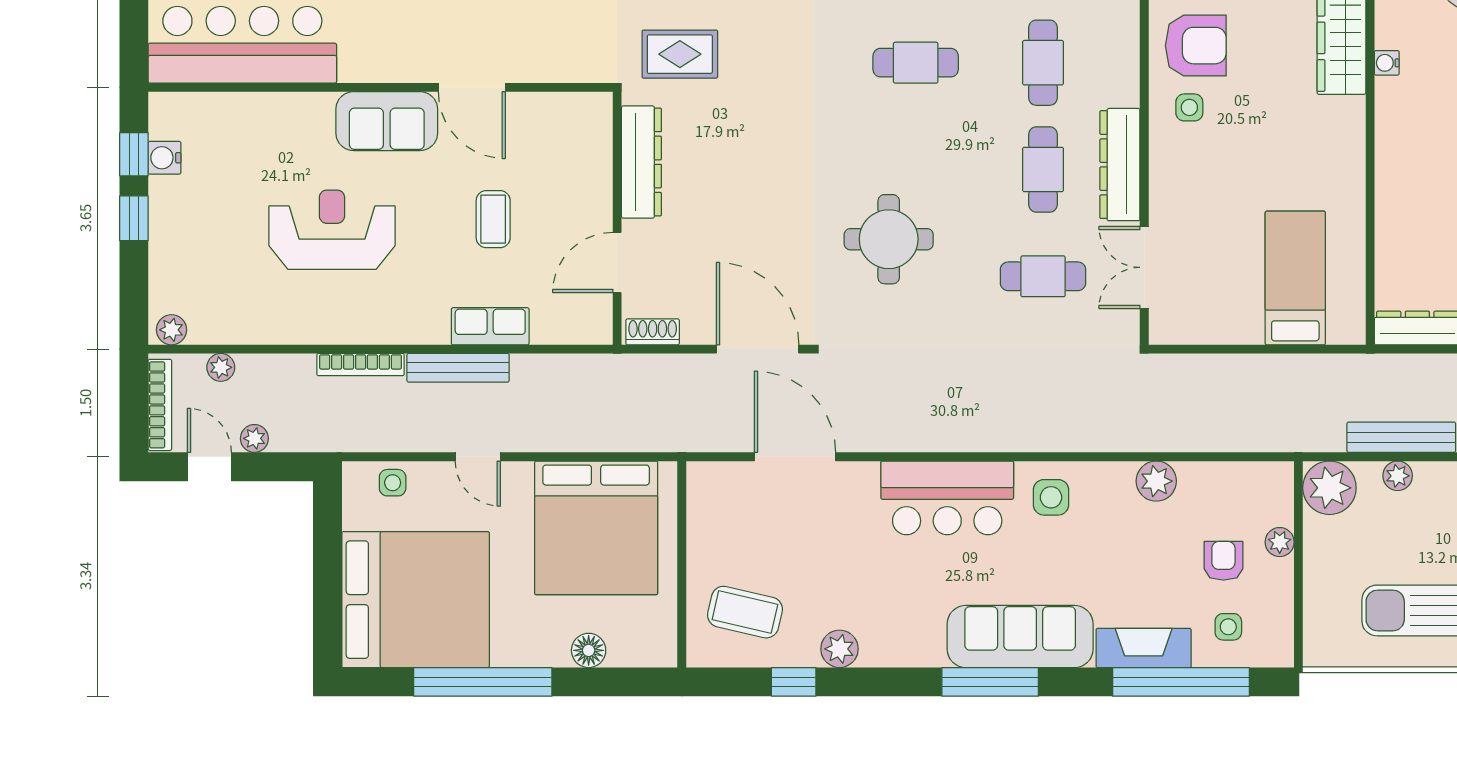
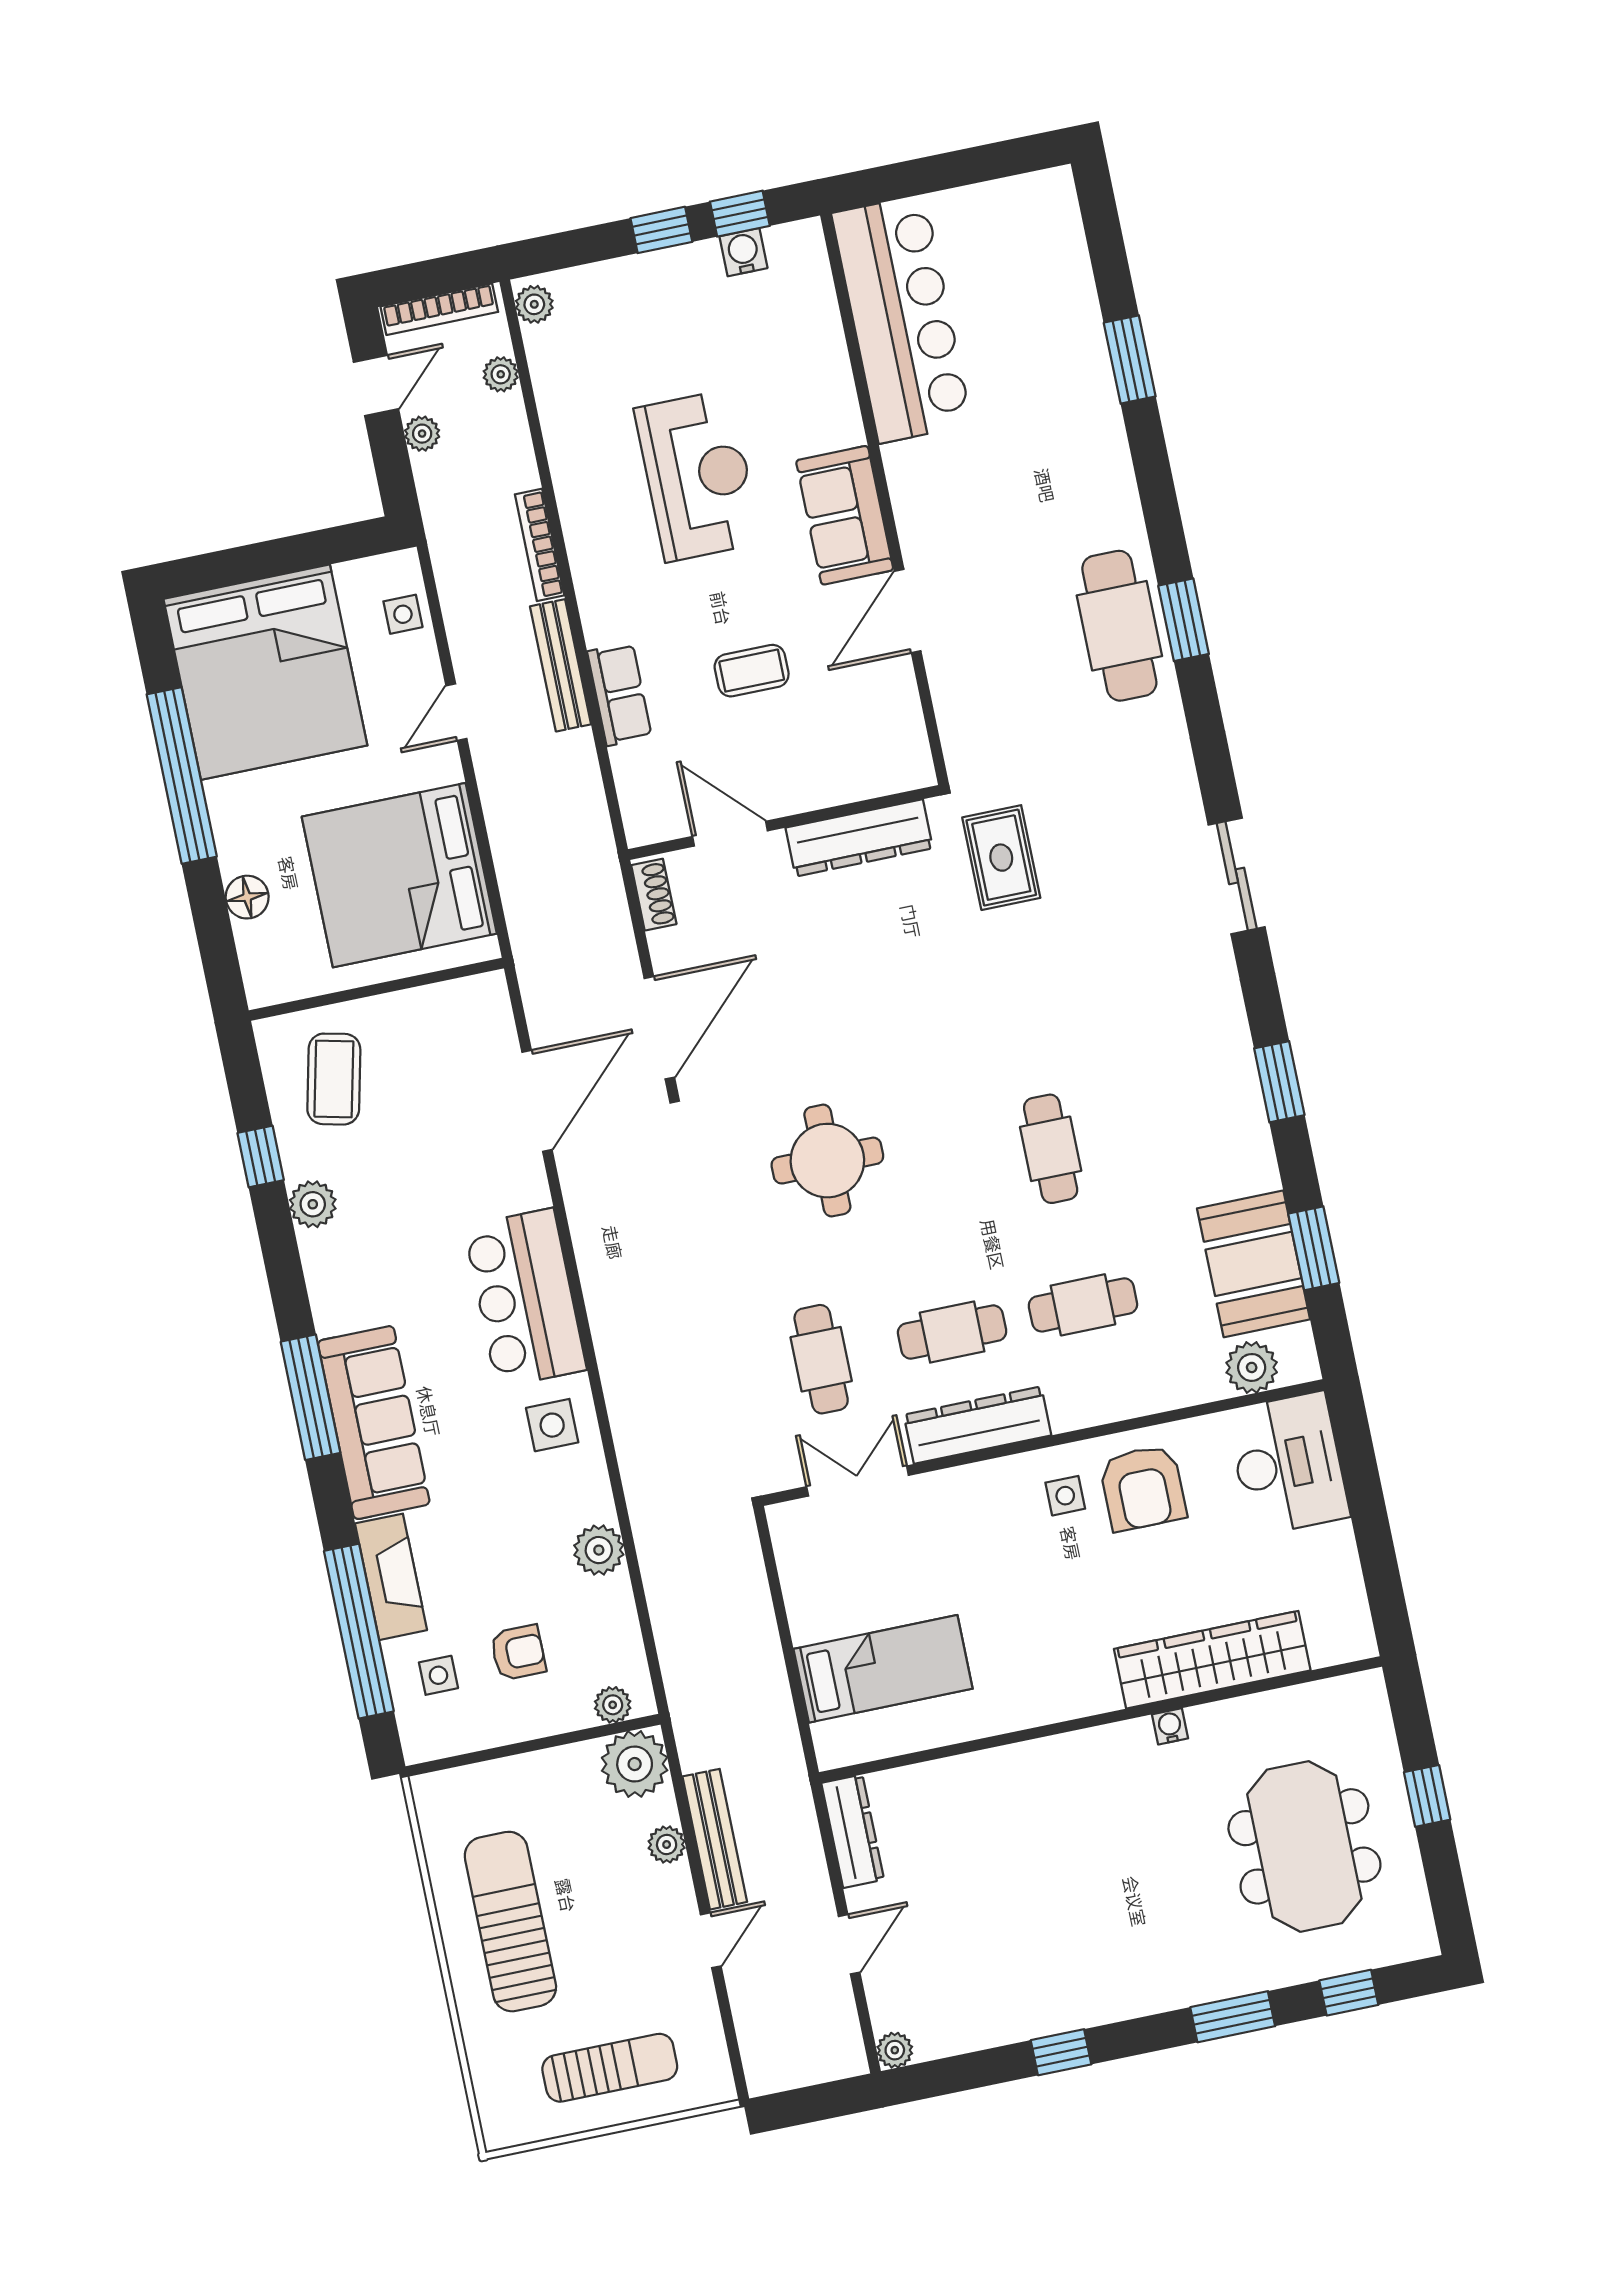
plant: (1280, 542) -> (613, 1705), moved

